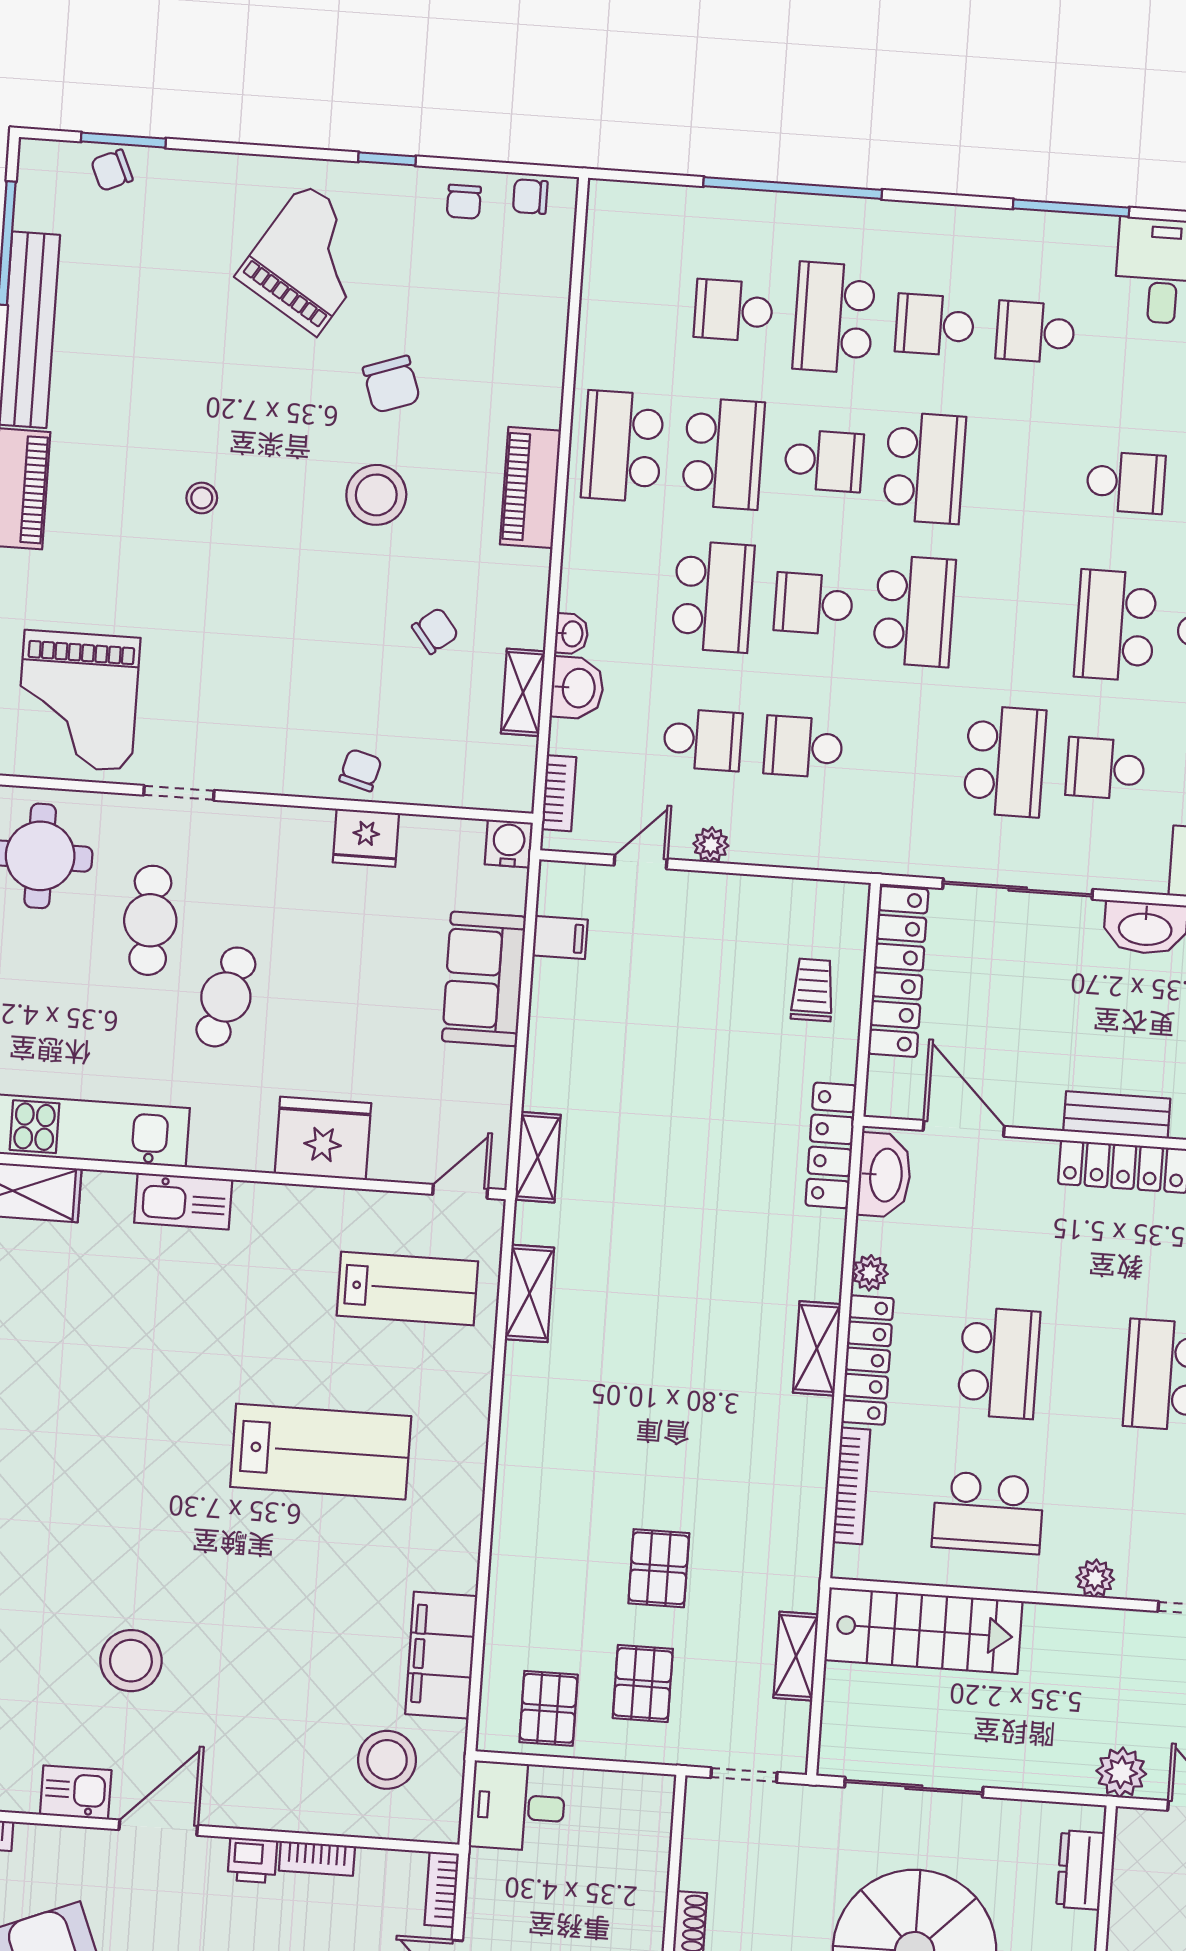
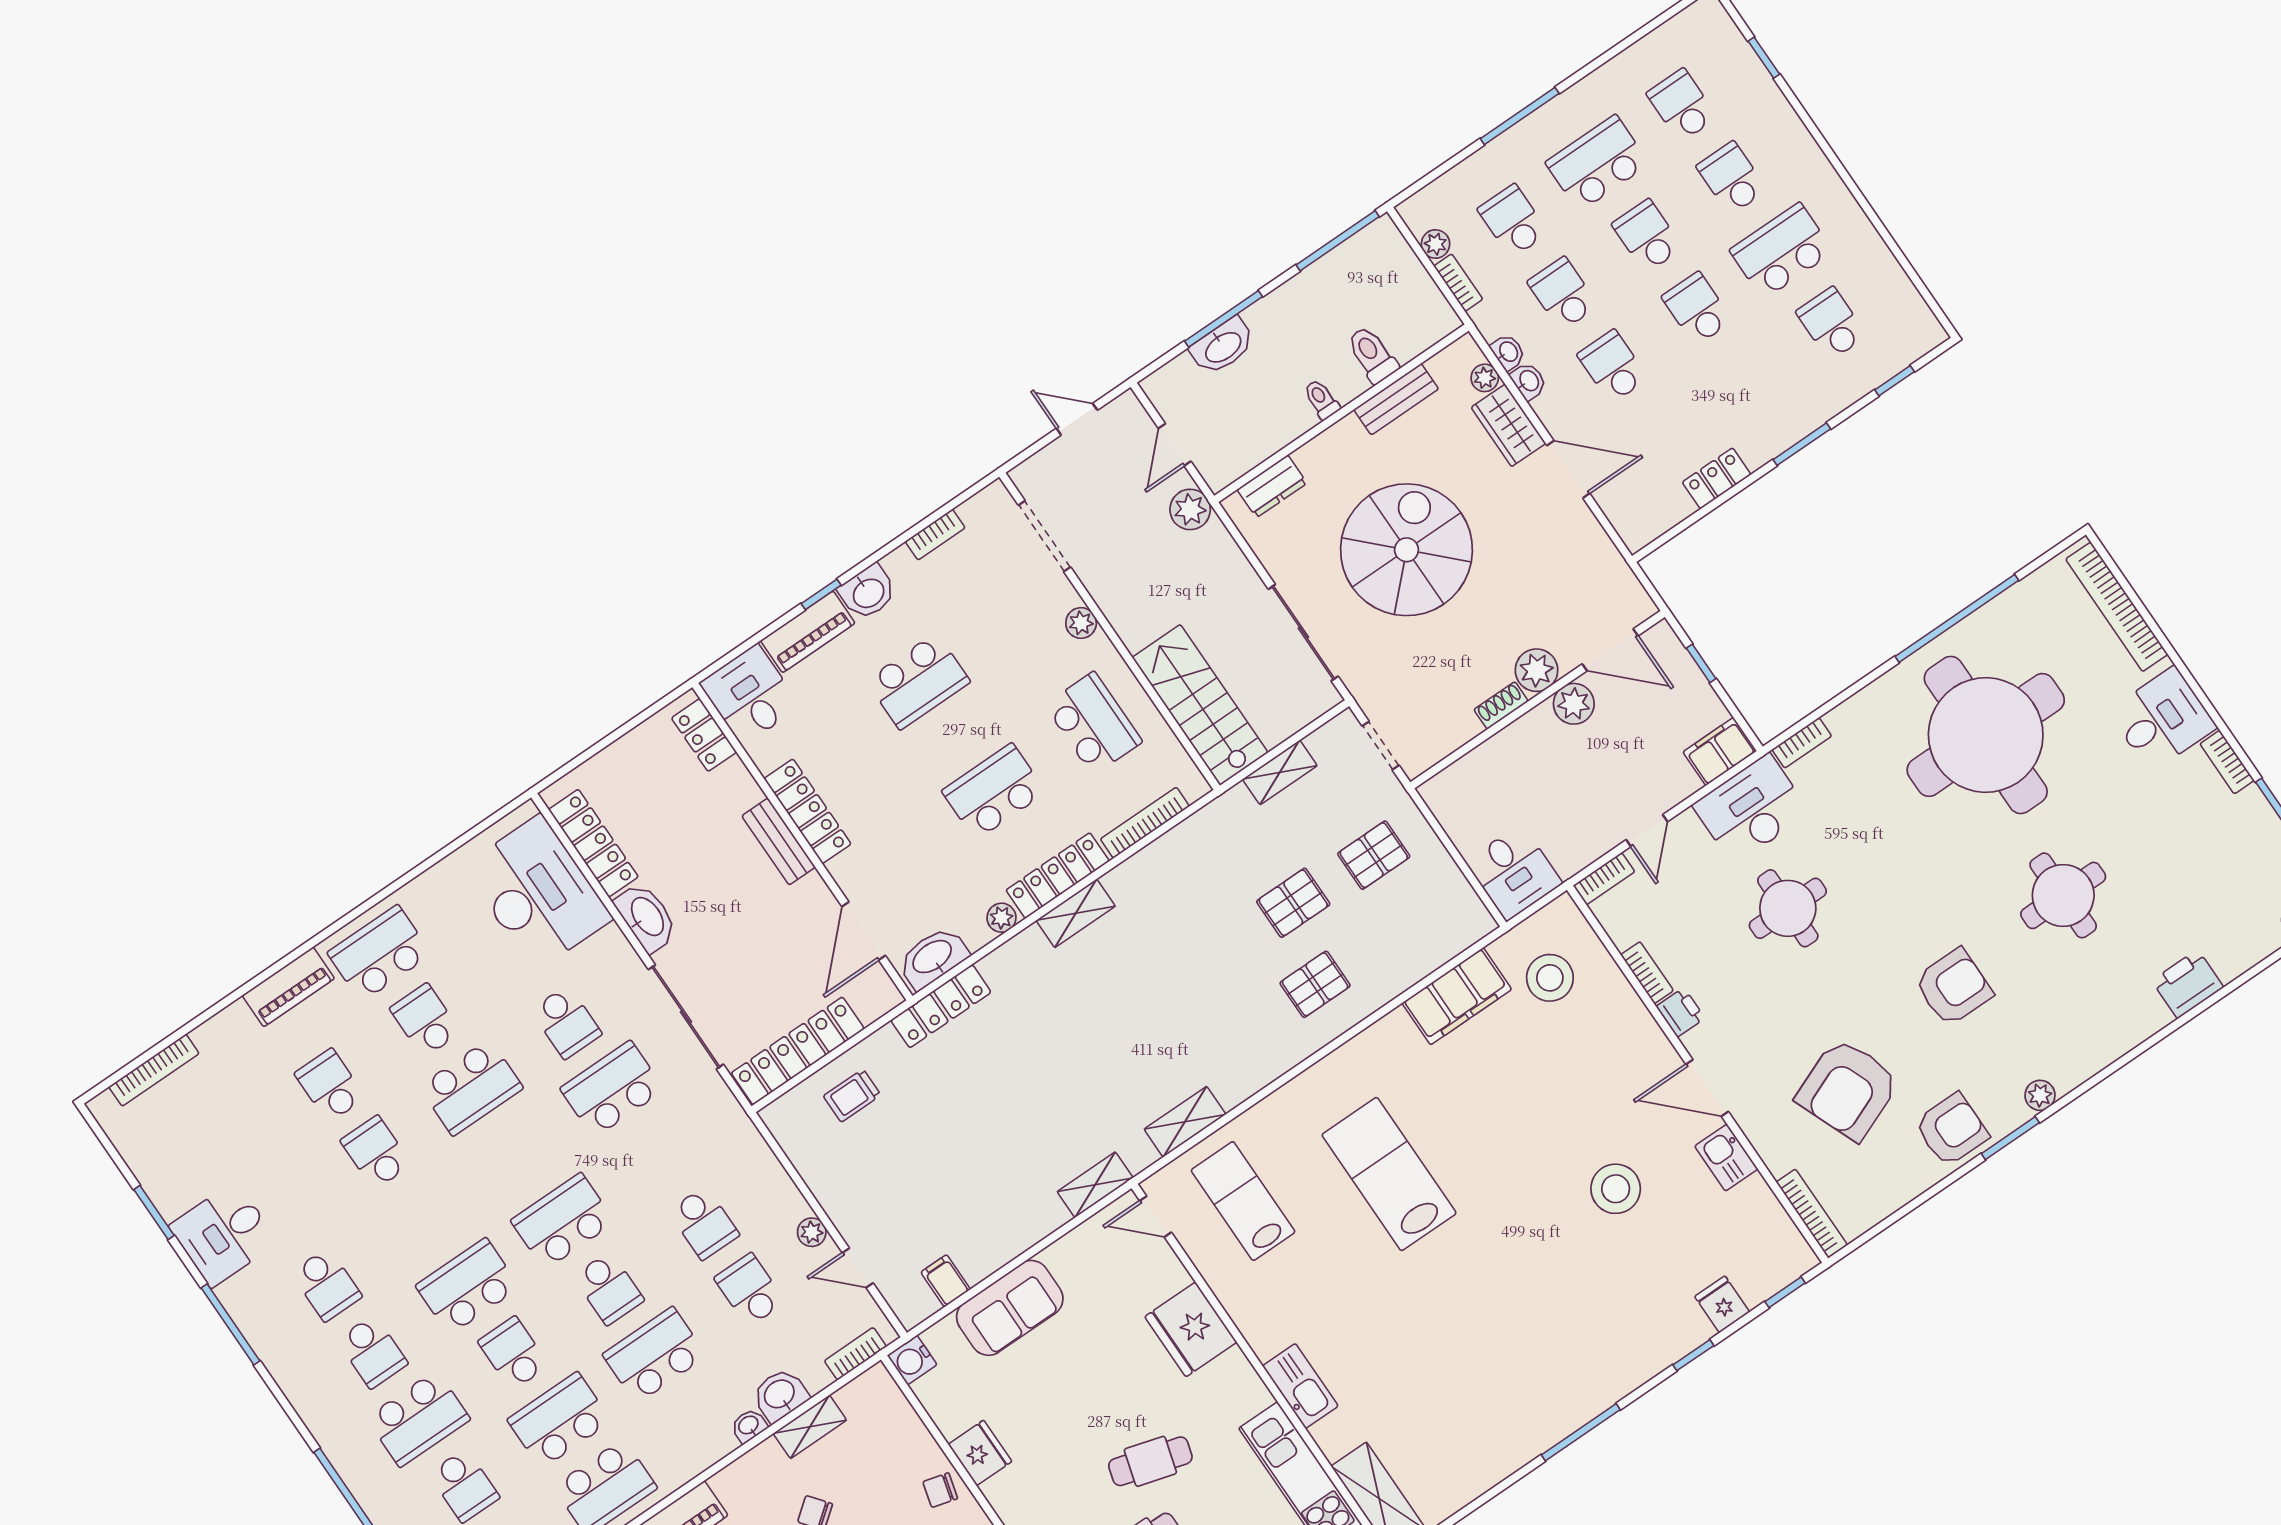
pallet: (549, 1708) -> (1315, 984), moved

